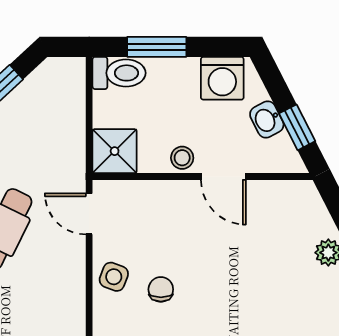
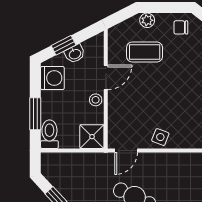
window: (297, 127) -> (64, 45), moved
coffee table: (270, 248) -> (145, 52), added
chair: (161, 289) -> (181, 27), moved

